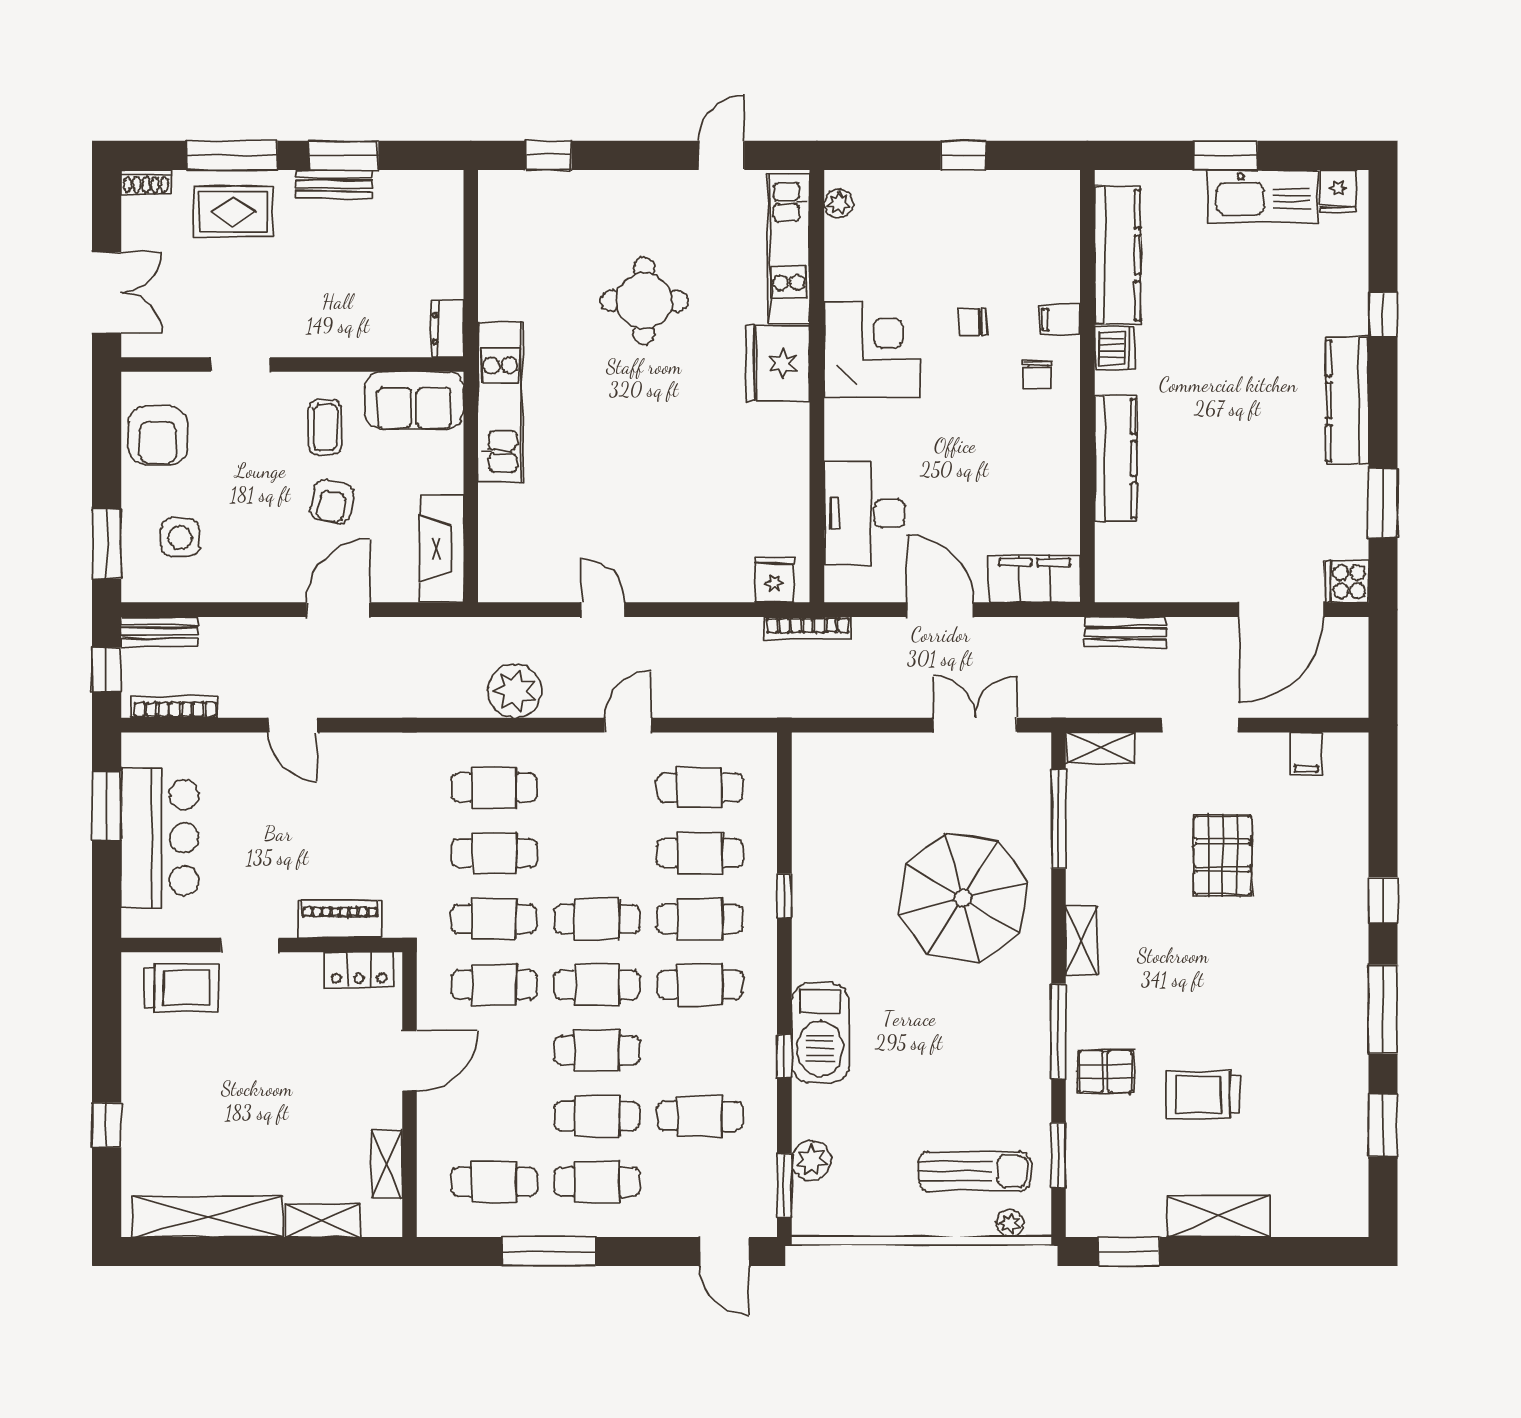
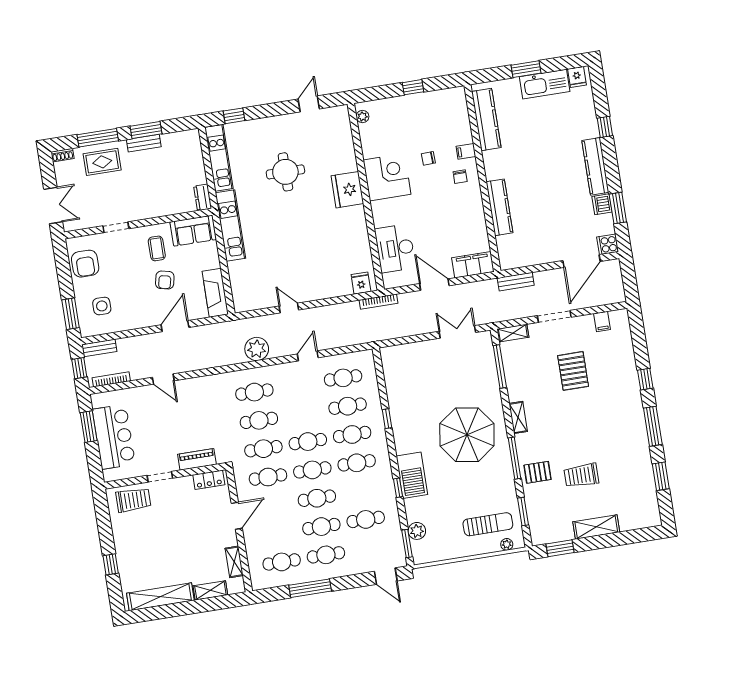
kitchen unit: (789, 248) -> (219, 158), moved, turned 180
dishwasher: (1115, 348) -> (602, 204), moved, turned 180
parasol: (963, 898) -> (467, 435), moved

